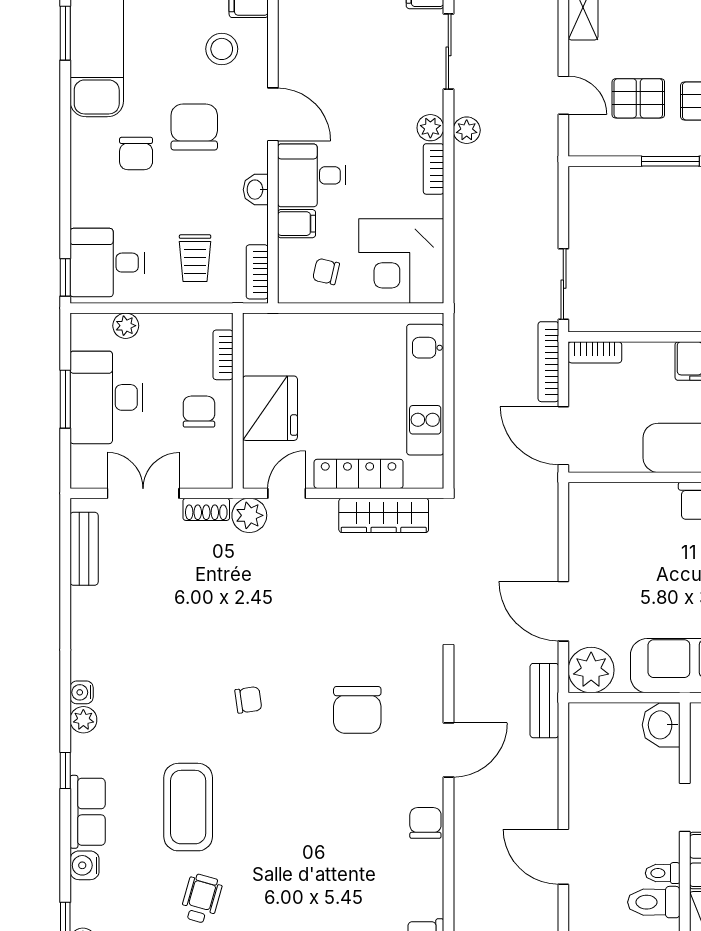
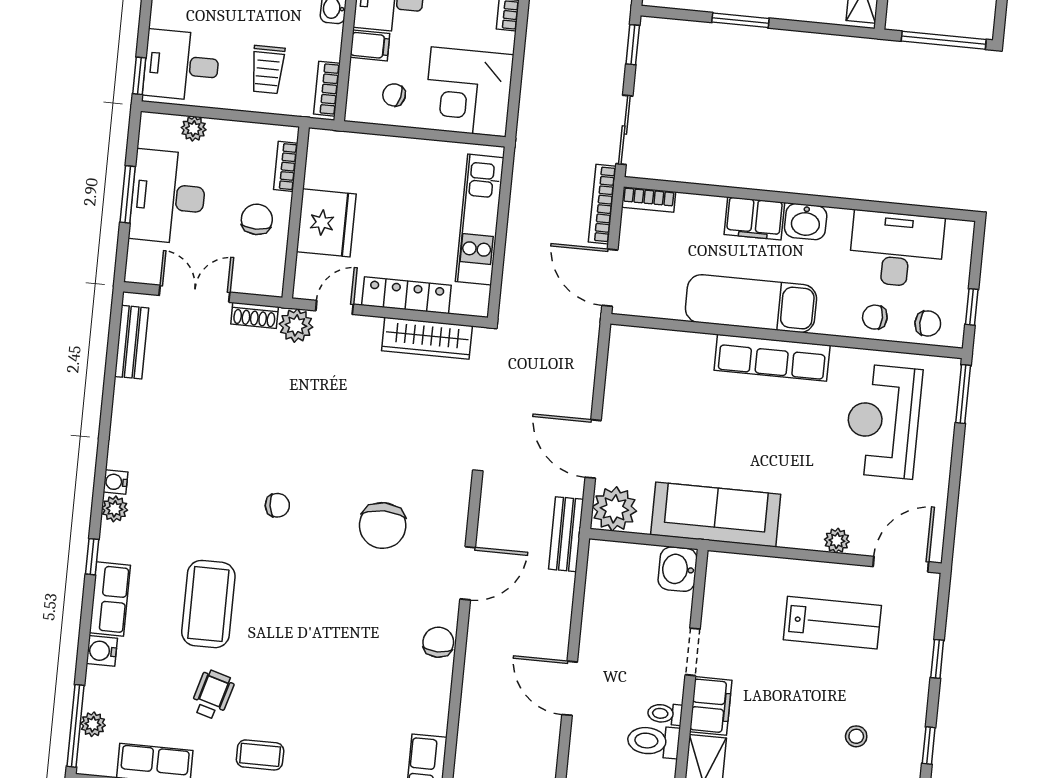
window: (563, 197) -> (633, 45), added

